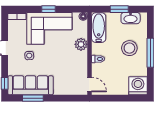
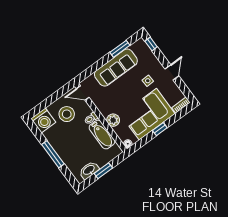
bathtub: (99, 28) -> (102, 135), moved
stool: (129, 48) -> (67, 114), moved
sofa: (30, 85) -> (116, 68), moved

